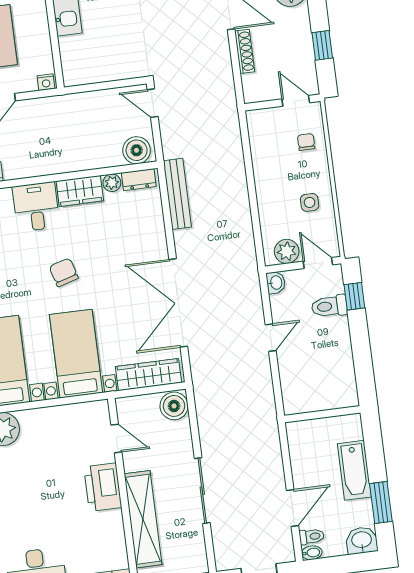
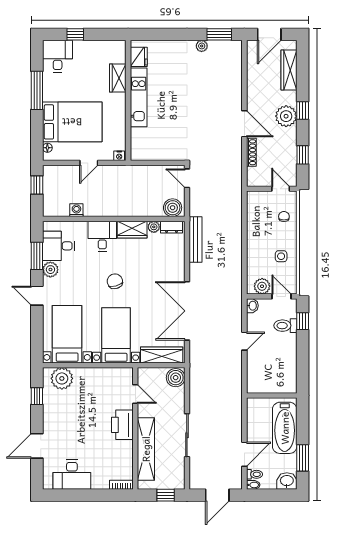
bathtub: (354, 470) -> (285, 428), width x1.36, depth x1.36

